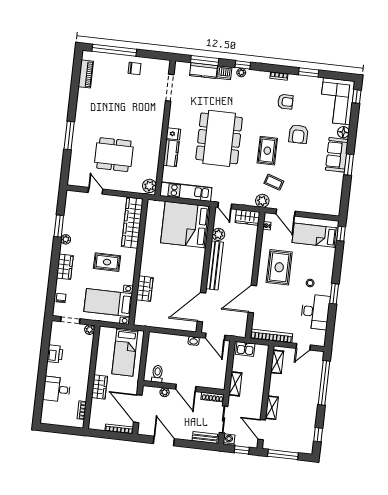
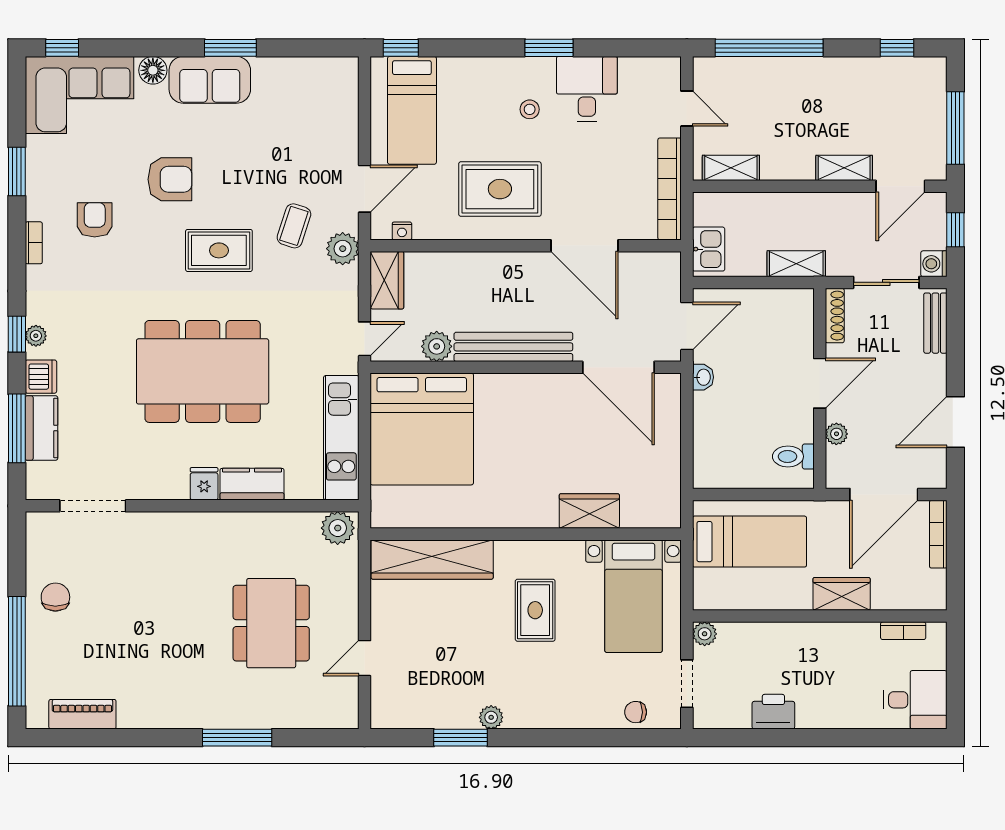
wardrobe: (65, 267) -> (558, 712), removed
desk: (315, 312) -> (587, 89), width x0.73
desk: (57, 389) -> (915, 700), moved, turned -90

